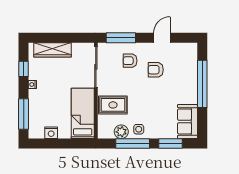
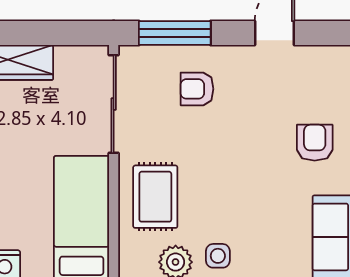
armchair: (156, 70) -> (315, 143), moved, turned 90
rug: (113, 105) -> (155, 197), turned 90

